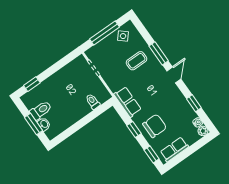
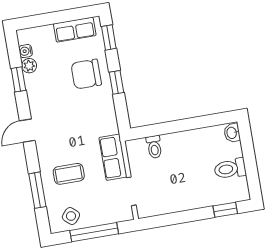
window: (159, 53) -> (37, 190), moved
row of seats: (128, 102) -> (113, 157), moved
window: (33, 124) -> (249, 155), removed
washbasin: (44, 124) -> (232, 133), moved
plant: (203, 131) -> (29, 66), moved

